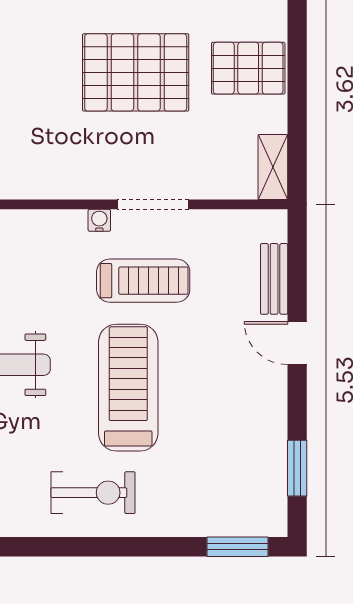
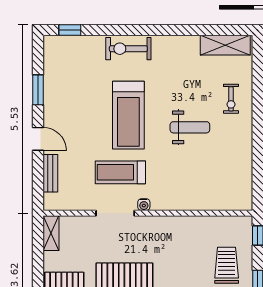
window: (297, 468) -> (38, 90), moved
exercise bike: (93, 493) -> (128, 49), moved
window: (238, 547) -> (70, 30), width x0.67

